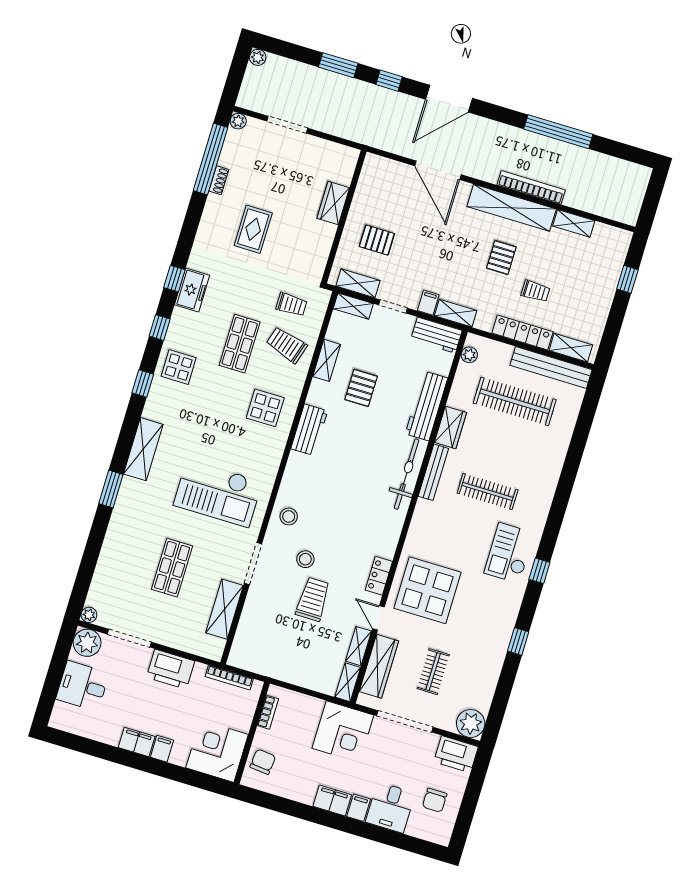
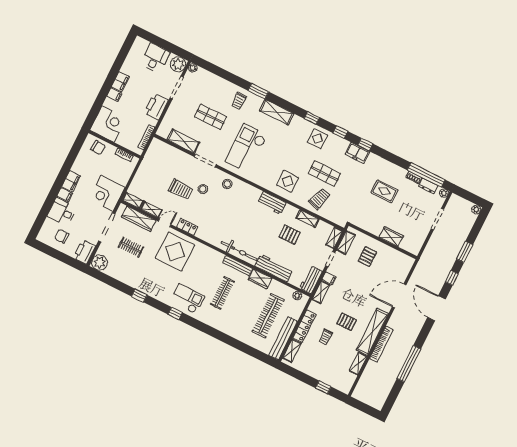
dresser: (230, 151) -> (428, 186), added
trolley: (291, 304) -> (239, 101), moved

